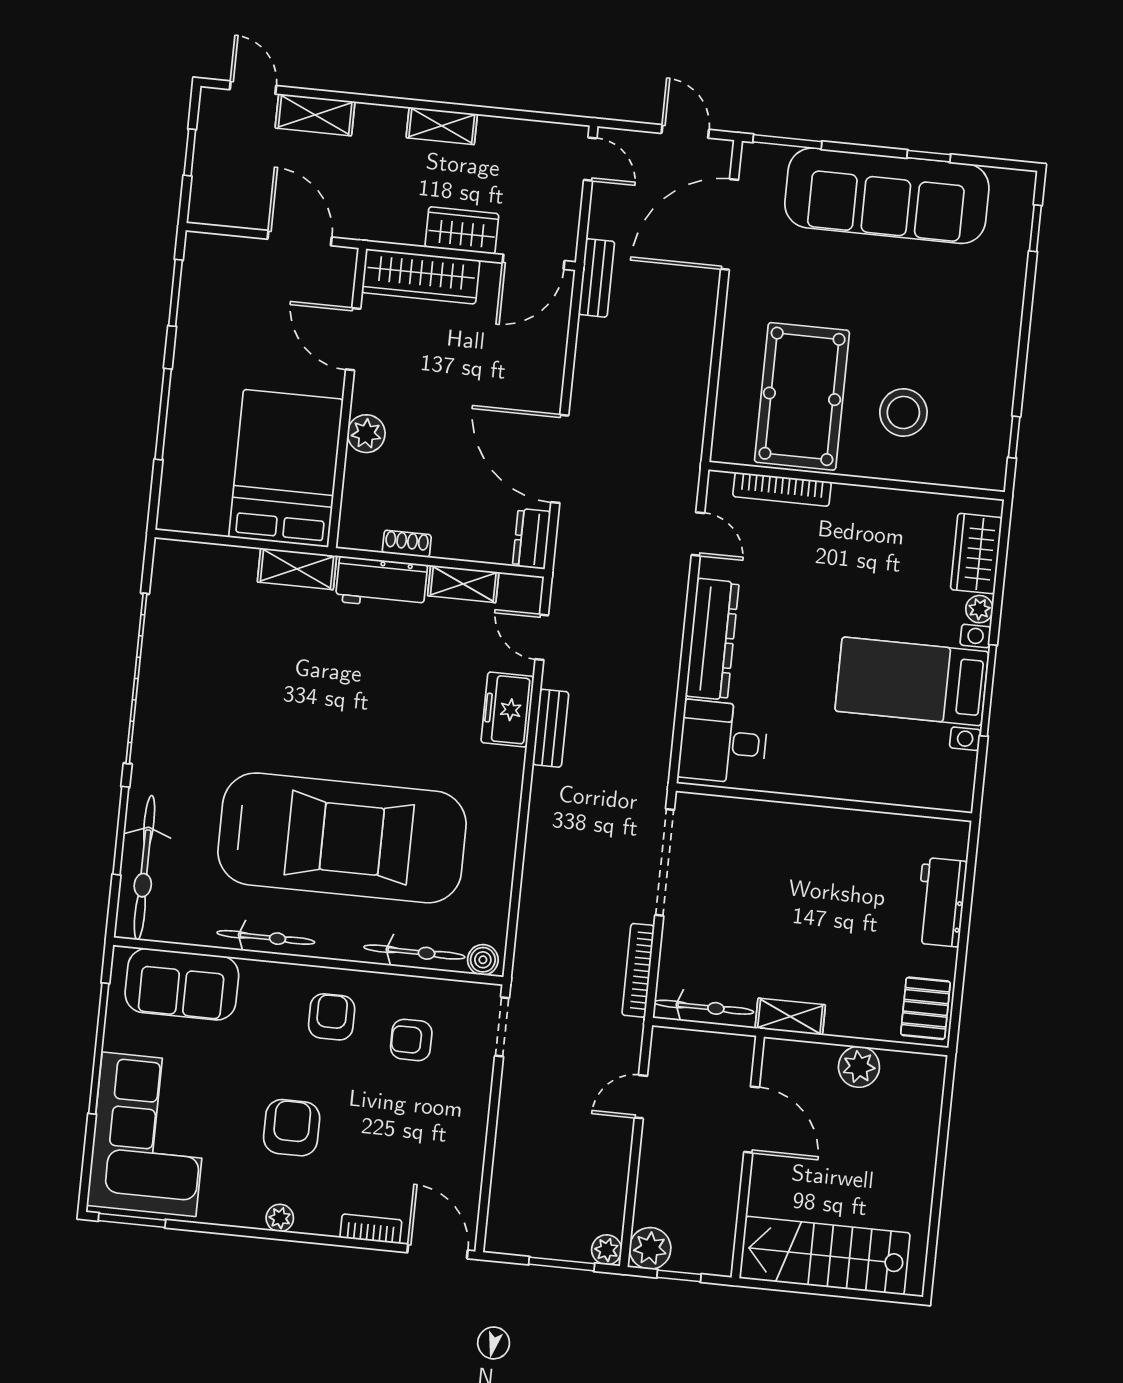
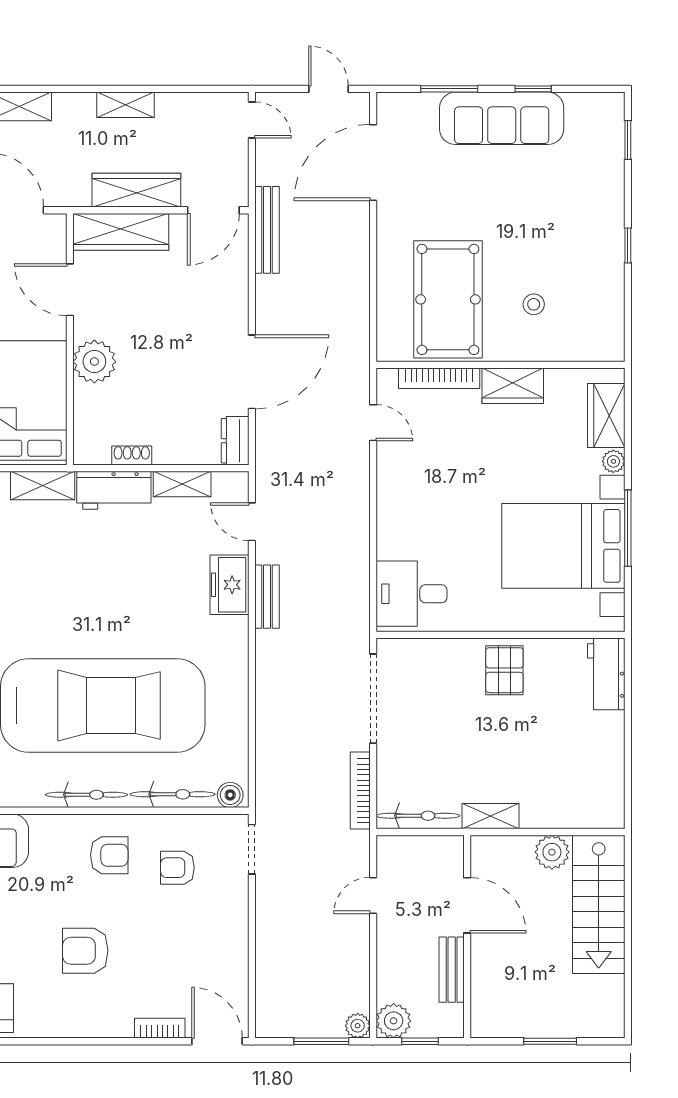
window: (787, 142) -> (449, 89), moved
sofa: (887, 196) -> (502, 118), width x0.74, depth x0.79
wardrobe: (462, 230) -> (136, 190), width x1.50
bench: (596, 278) -> (267, 230), width x1.36
stool: (903, 413) -> (534, 304), width x0.53, depth x0.53
plant: (366, 434) -> (94, 362), width x1.36, depth x1.36
window: (1014, 437) -> (628, 245), moved
door: (560, 459) -> (252, 372), swing flipped
wardrobe: (869, 507) -> (513, 386), added
dresser: (712, 639) -> (394, 509), removed
bed with nightstands: (912, 681) -> (563, 546), width x1.36
workbench: (941, 902) -> (606, 674), moved
bicycle: (266, 937) -> (87, 795), moved
pallet: (925, 1008) -> (504, 670), moved
armchair: (332, 1017) -> (109, 855), turned 90
armchair: (292, 1128) -> (85, 951), turned -90
bench: (725, 1194) -> (452, 970), added
plant: (280, 1218) -> (83, 1027), removed
stairs: (825, 1256) -> (599, 904), moved, turned -90
window: (834, 1292) -> (550, 1041), added

